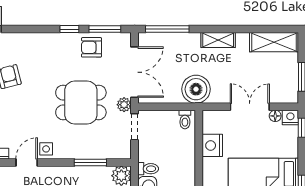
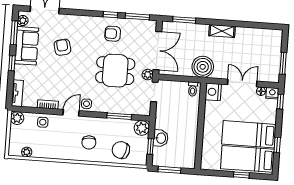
window: (167, 29) -> (184, 20), width x0.69
shelving: (274, 42) -> (264, 36), removed
armchair: (91, 47) -> (113, 34), moved
nightstand: (212, 145) -> (213, 92), moved
toilet: (148, 169) -> (162, 124), removed

